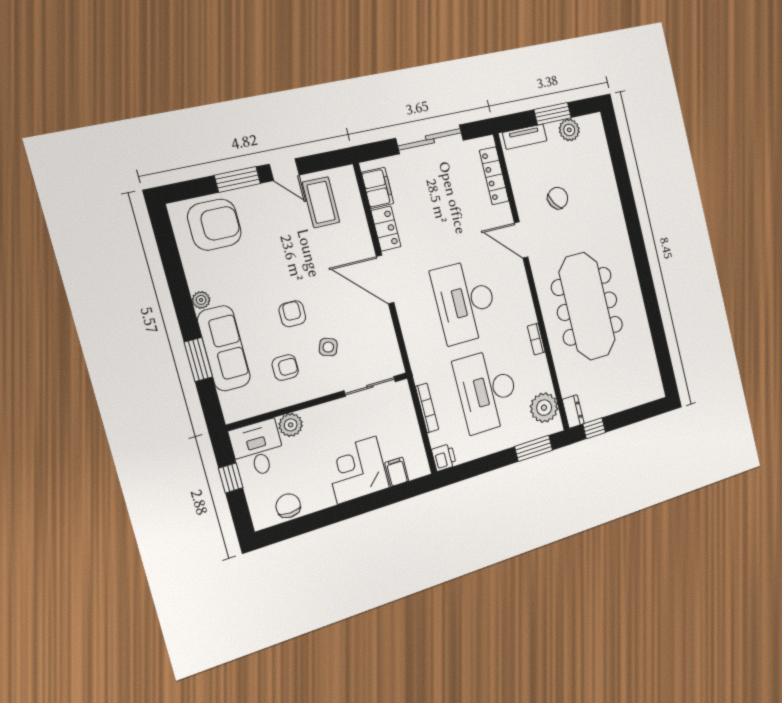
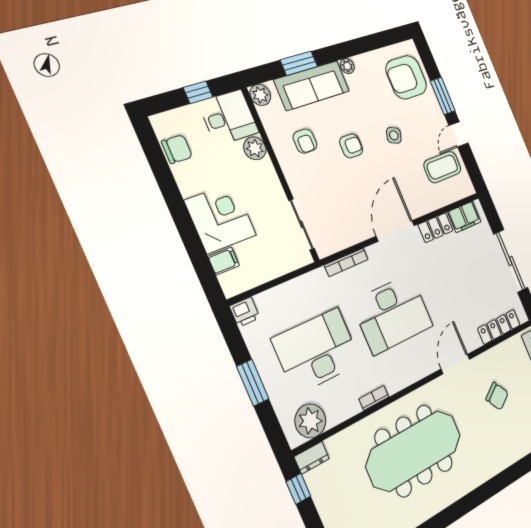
armchair: (214, 225) -> (406, 77), turned 90
desk: (465, 302) -> (393, 314), turned 180
side table: (328, 347) -> (394, 135), moved
bookcase: (427, 408) -> (346, 262), moved
plant: (234, 410) -> (260, 95), added
window: (534, 448) -> (253, 383), moved

